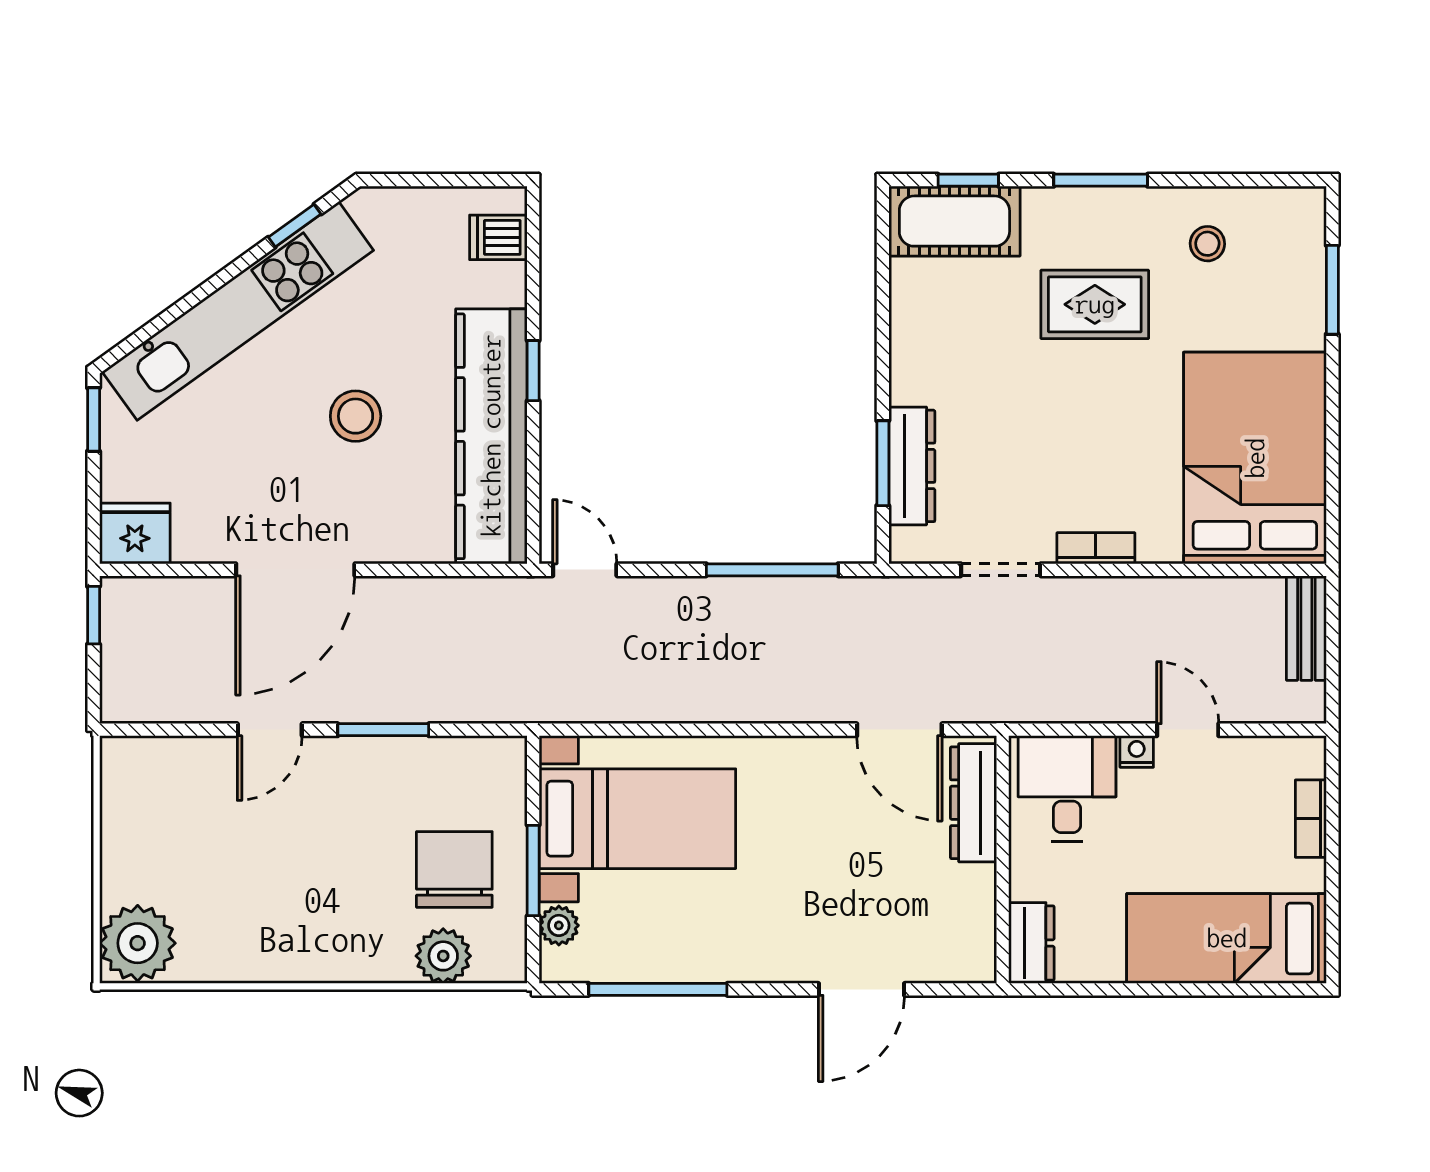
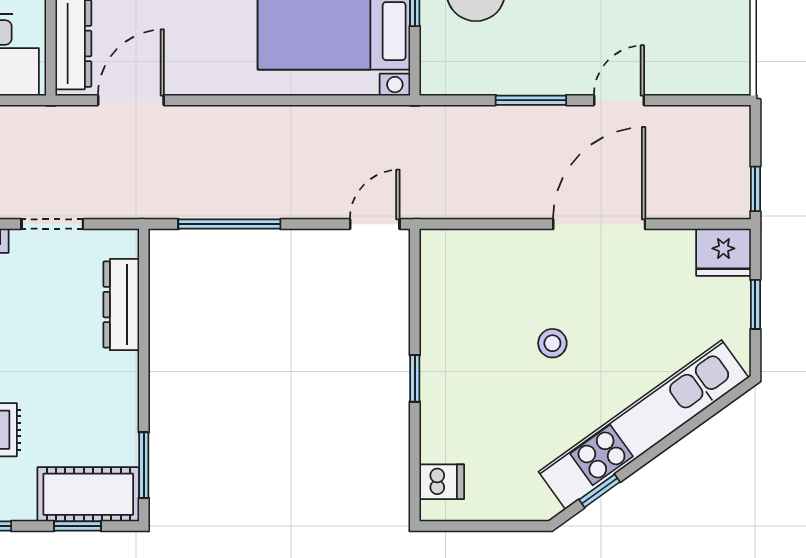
stool: (356, 416) -> (552, 343), width x0.73, depth x0.73
window: (94, 419) -> (755, 304), moved
kitchen counter: (491, 436) -> (447, 328), removed
window: (883, 463) -> (144, 465), moved
door: (585, 570) -> (375, 224), swing flipped
door: (899, 730) -> (131, 100), hinge flipped

